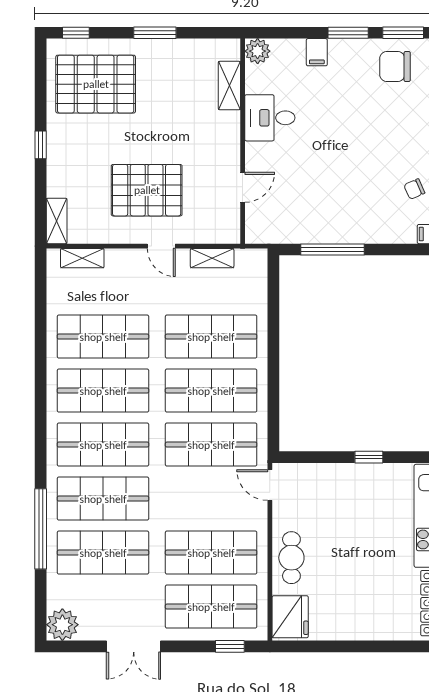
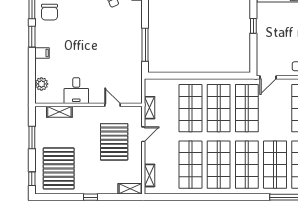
shelving: (229, 86) -> (59, 112), moved
desk: (270, 118) -> (76, 91), moved
wall: (243, 141) -> (88, 105), moved
door: (243, 187) -> (113, 105), moved

